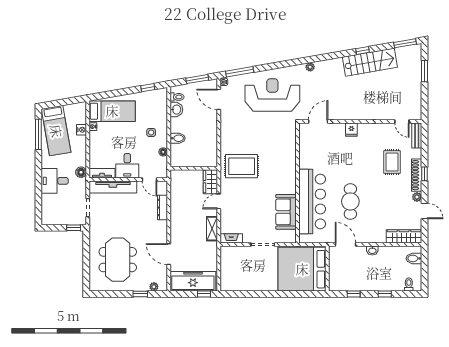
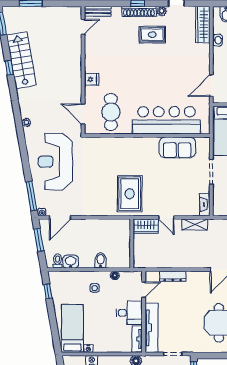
rug: (392, 162) -> (152, 35), moved
cafe table: (350, 201) -> (111, 112), moved, turned 90
washbasin: (372, 250) -> (217, 40), moved

